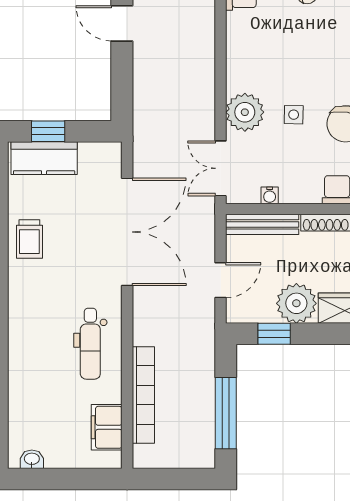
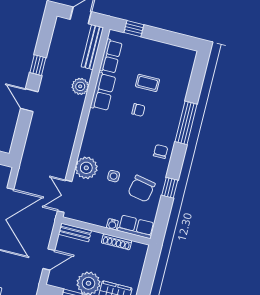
water cooler: (270, 195) -> (112, 224), moved
bench: (262, 224) -> (75, 232), width x0.73

